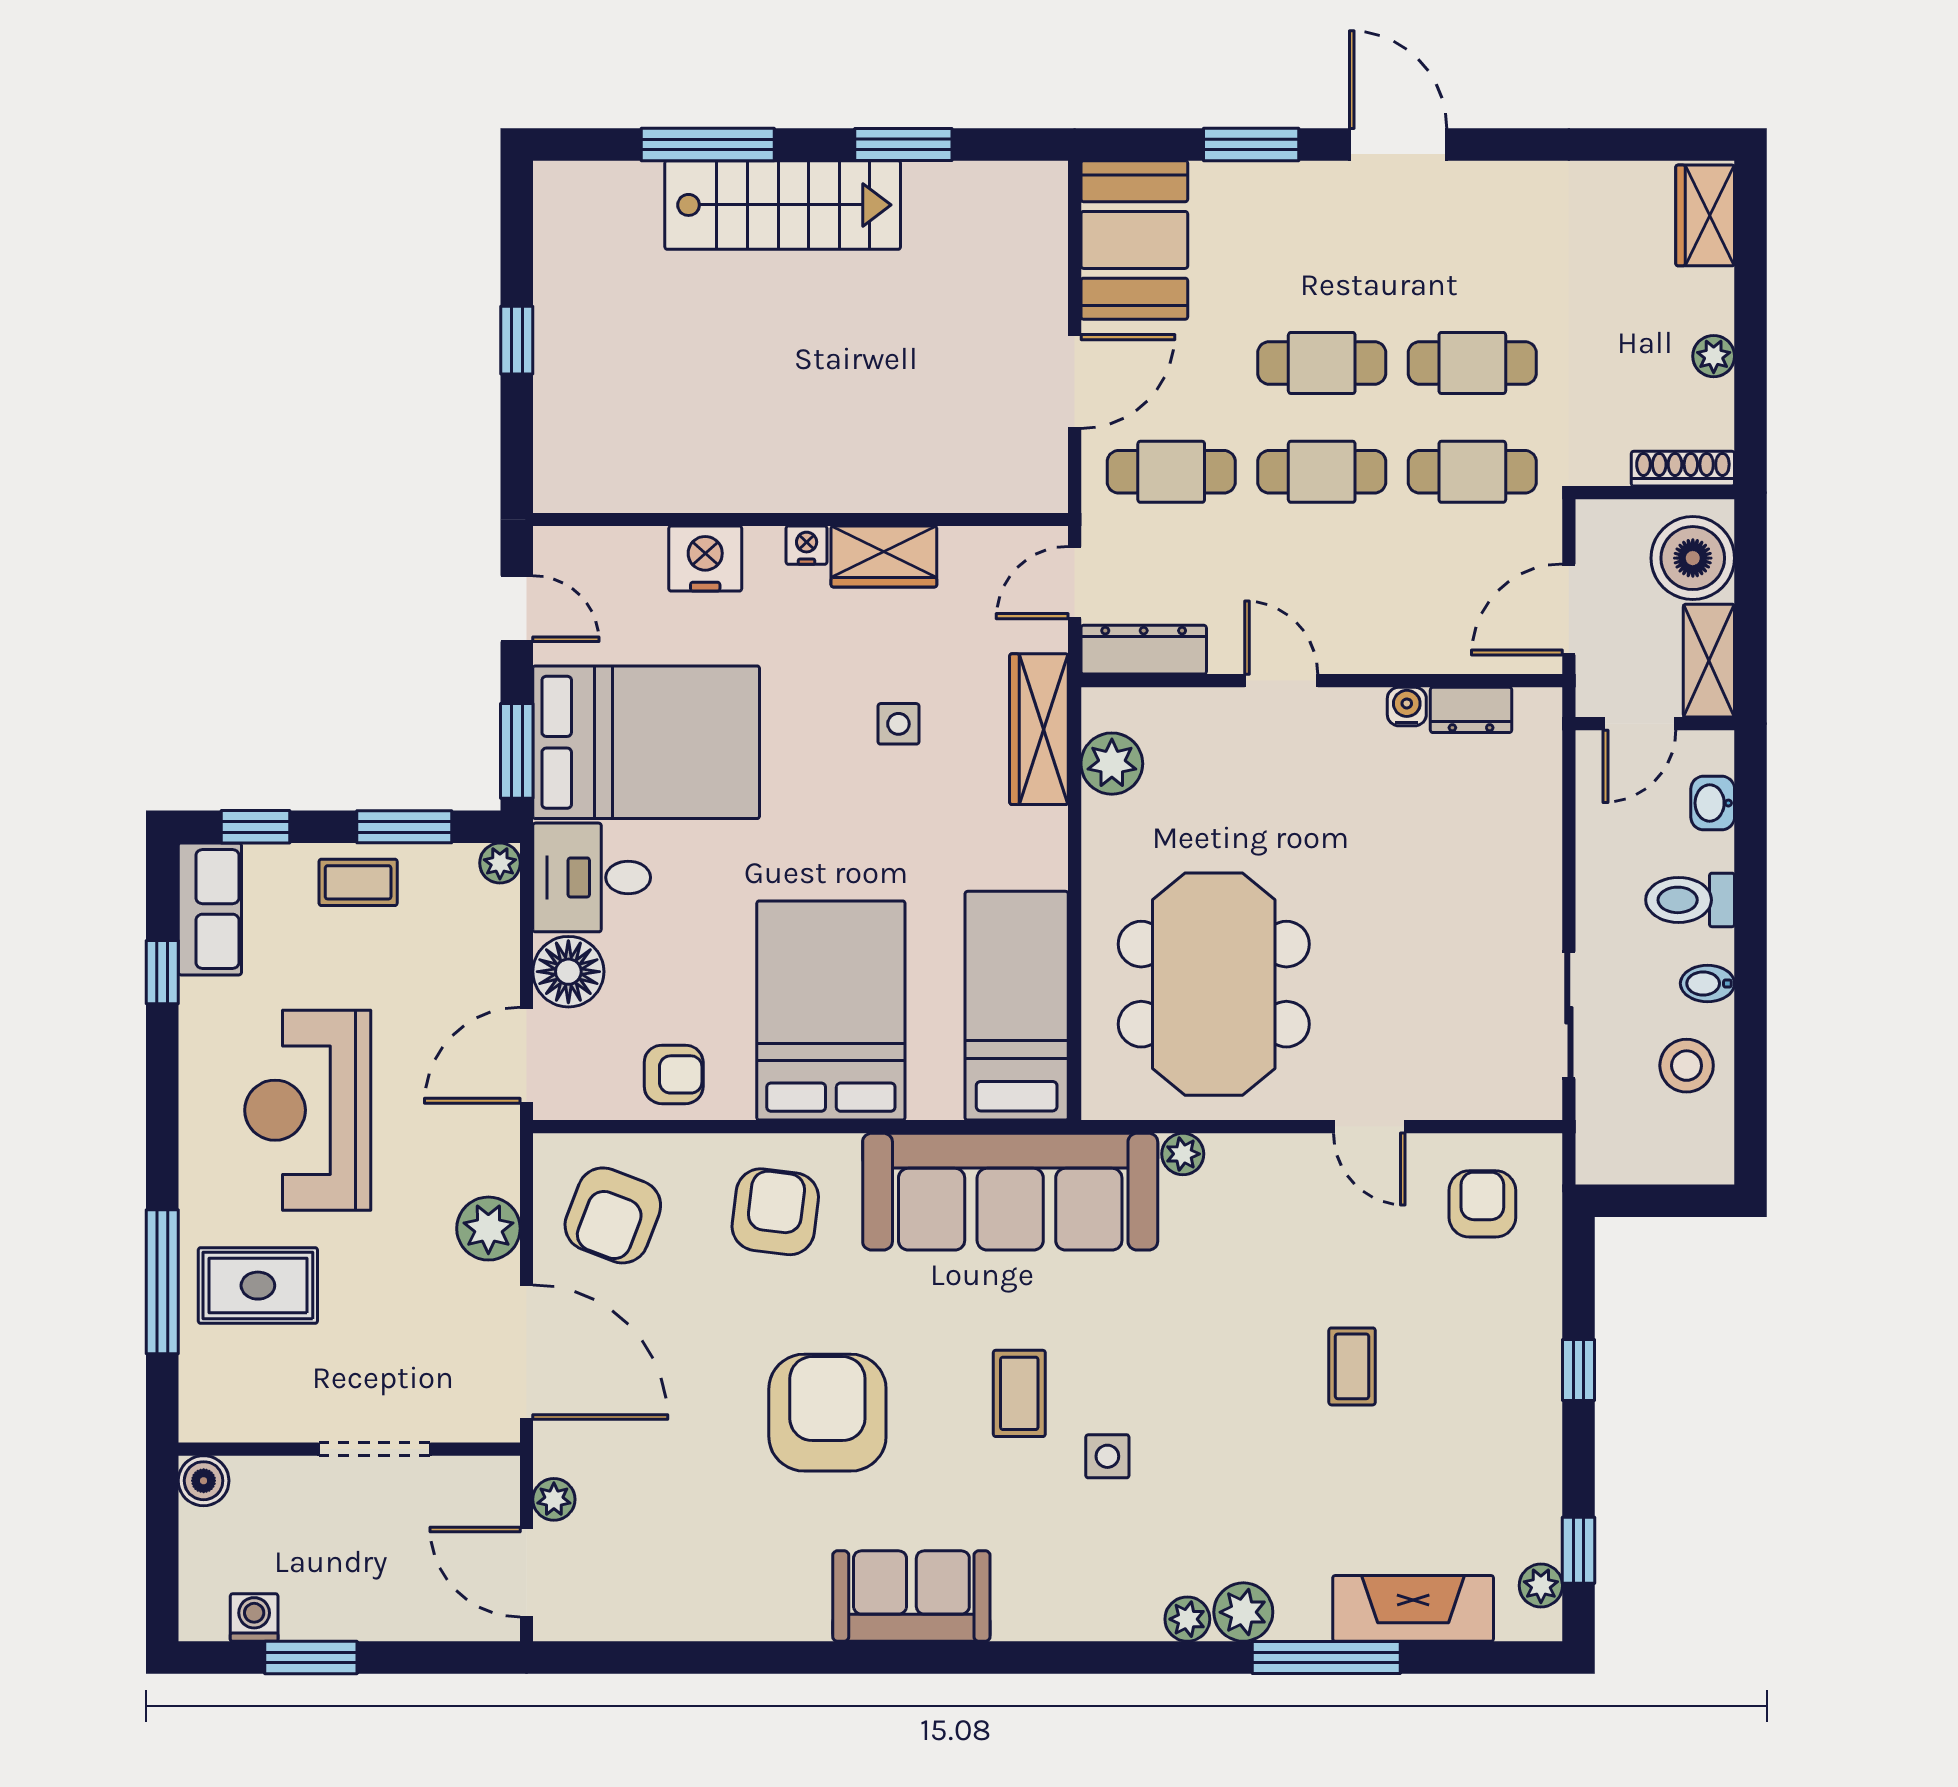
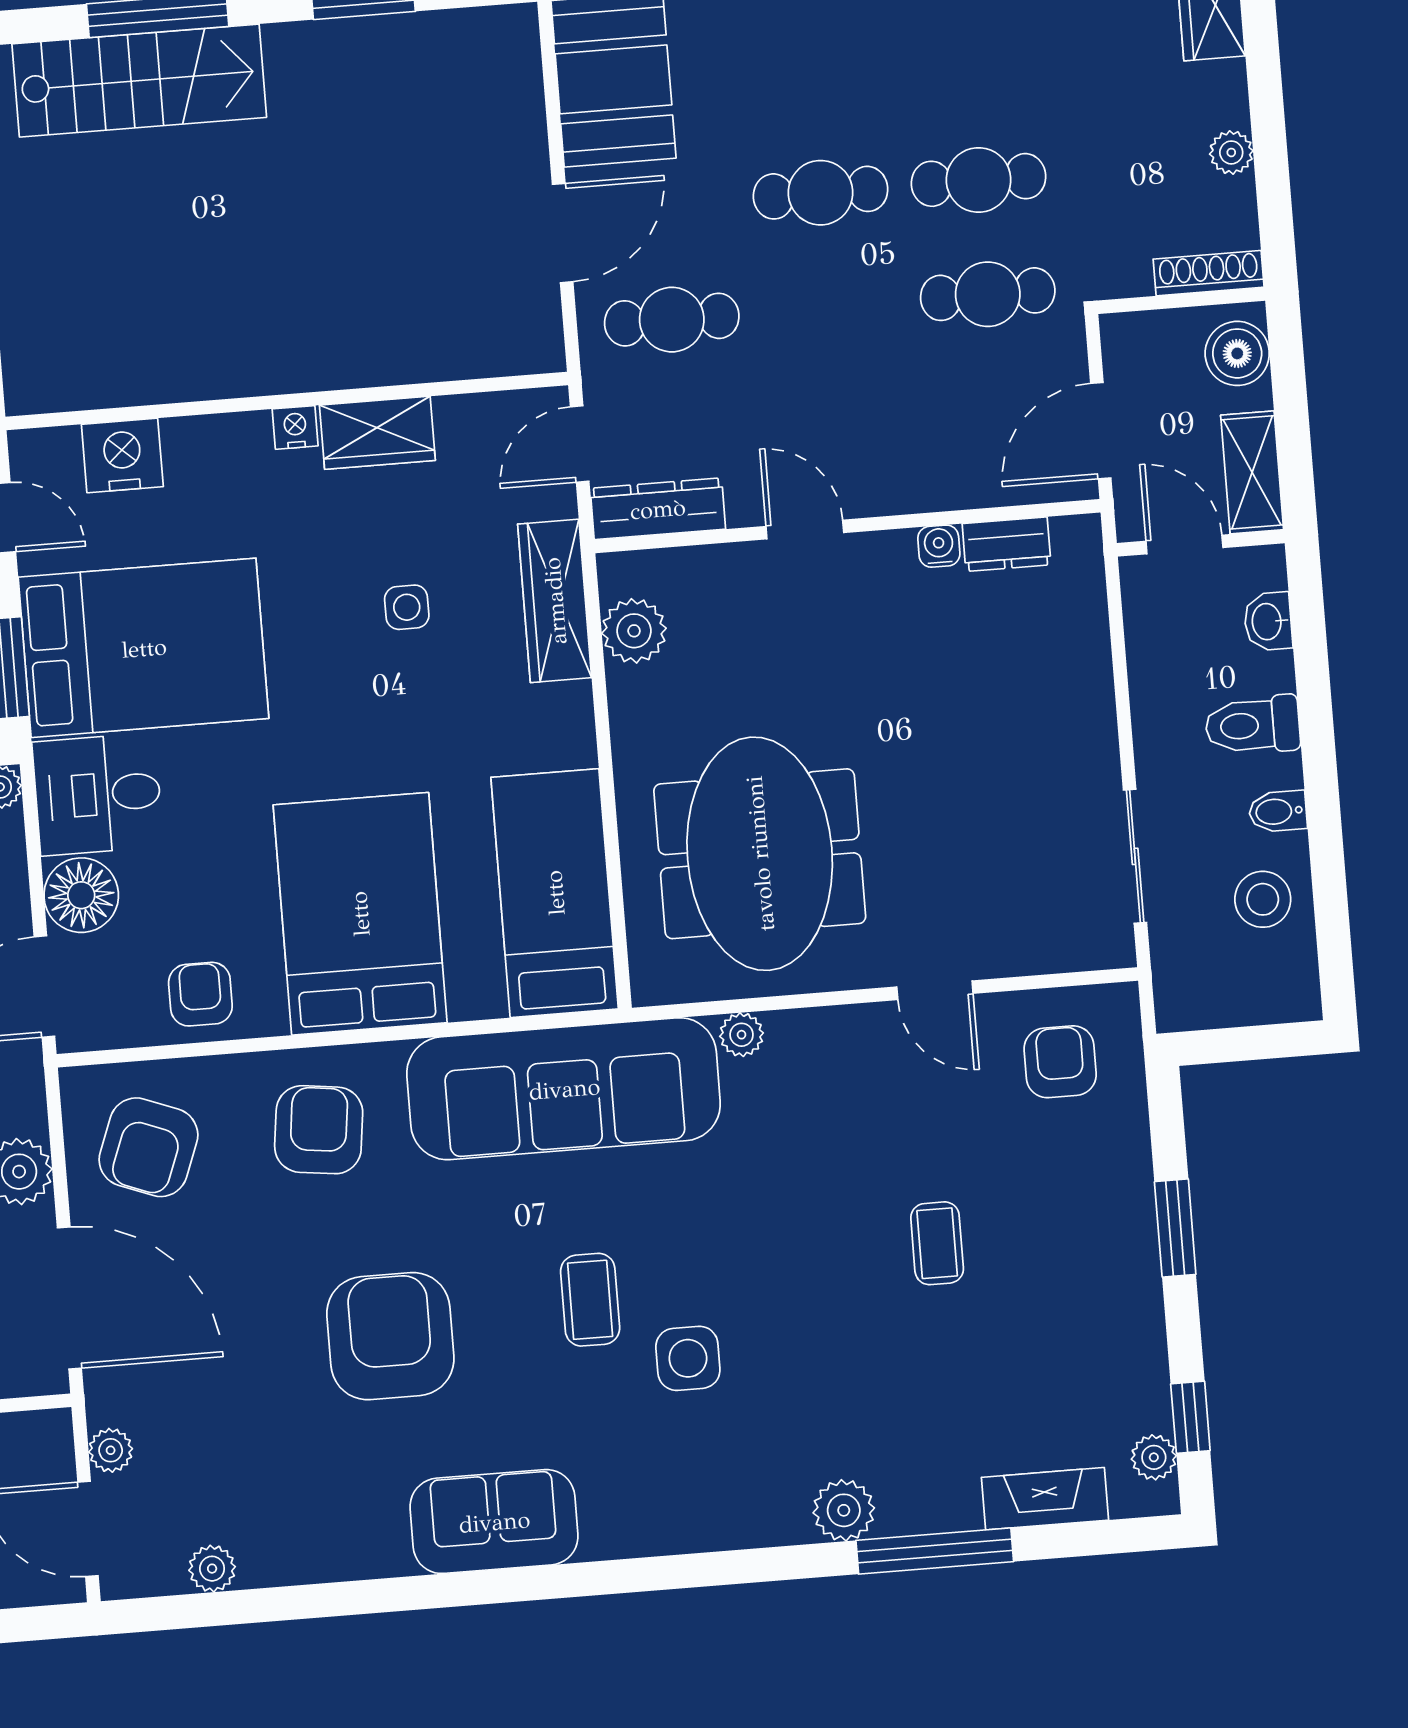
stairs: (783, 205) -> (139, 81), moved
cafe table: (1322, 472) -> (830, 307), removed
boiler: (1693, 558) -> (1237, 353), width x0.73, depth x0.73
nightstand: (705, 559) -> (122, 455), moved
door: (1639, 724) -> (1184, 544), swing flipped
armchair: (674, 1074) -> (200, 994), turned -90
window: (1579, 1370) -> (1175, 1228), width x1.50
side table: (1107, 1456) -> (688, 1358), width x1.37, depth x1.37
fireplace: (1413, 1608) -> (1045, 1499), width x0.73, depth x0.76
plant: (1187, 1619) -> (212, 1569), moved

